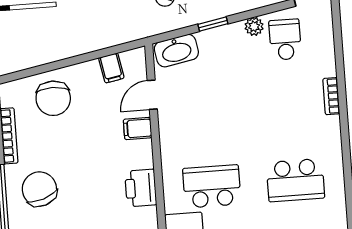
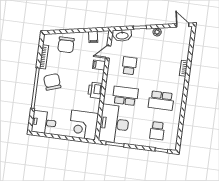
school desk: (285, 40) -> (129, 66), moved

